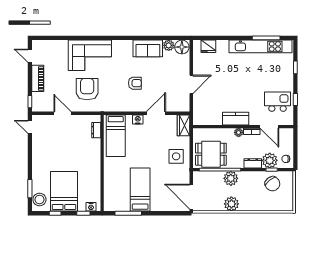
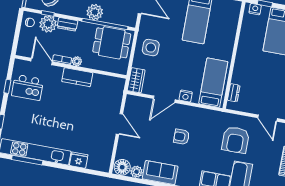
fridge: (208, 46) -> (79, 160), moved
door: (191, 84) -> (119, 124), swing flipped

